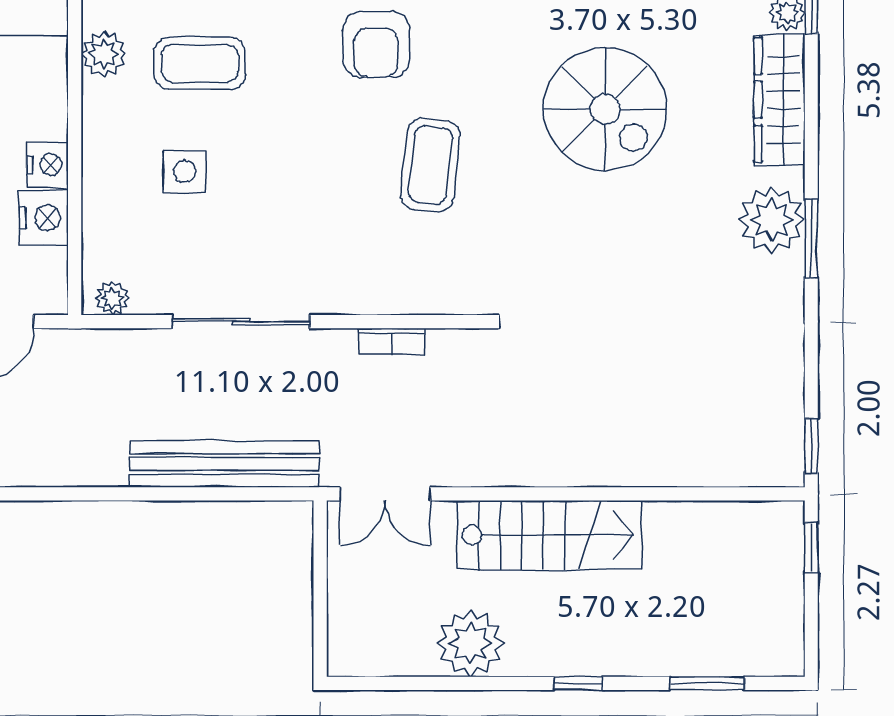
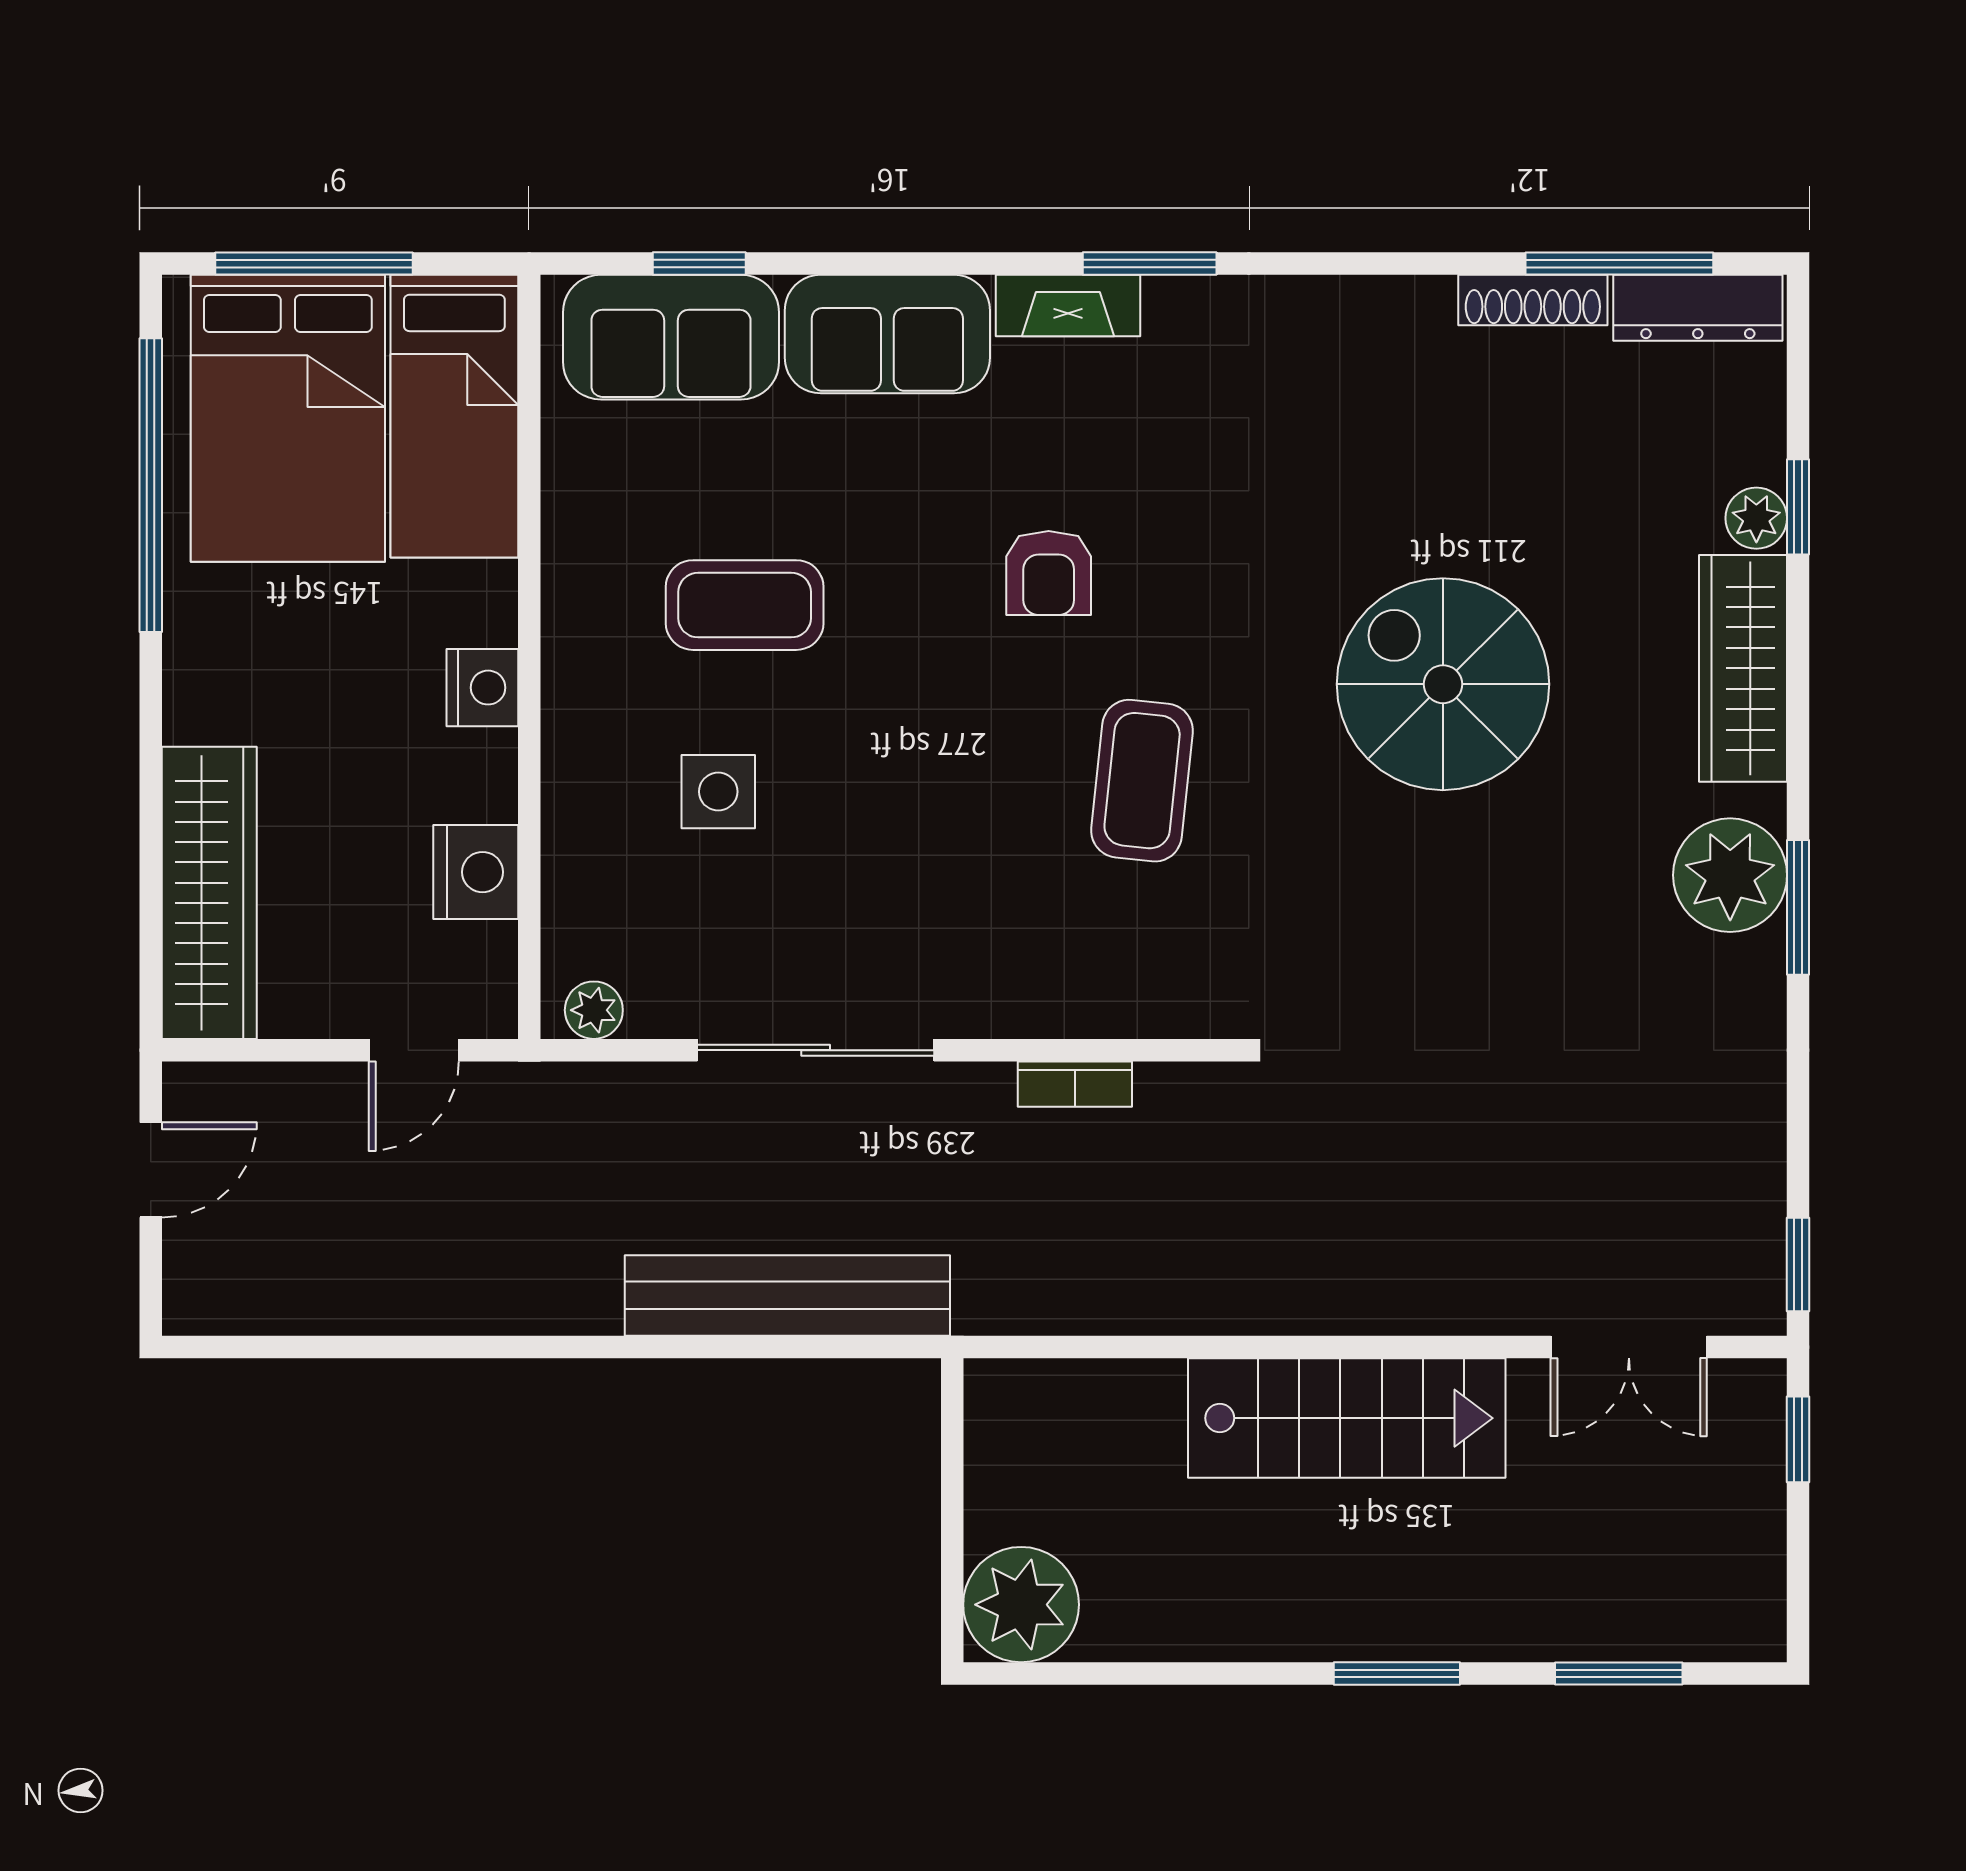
armchair: (376, 44) -> (1049, 573), width x0.72, depth x0.72
plant: (104, 54) -> (580, 589), removed
spiral stairs: (605, 109) -> (1443, 684), turned 180
nightstand: (47, 165) -> (482, 688), moved
double door: (385, 494) -> (1629, 1347), moved
plant: (470, 643) -> (1021, 1605), moved
window: (578, 683) -> (1397, 1674), width x1.50

